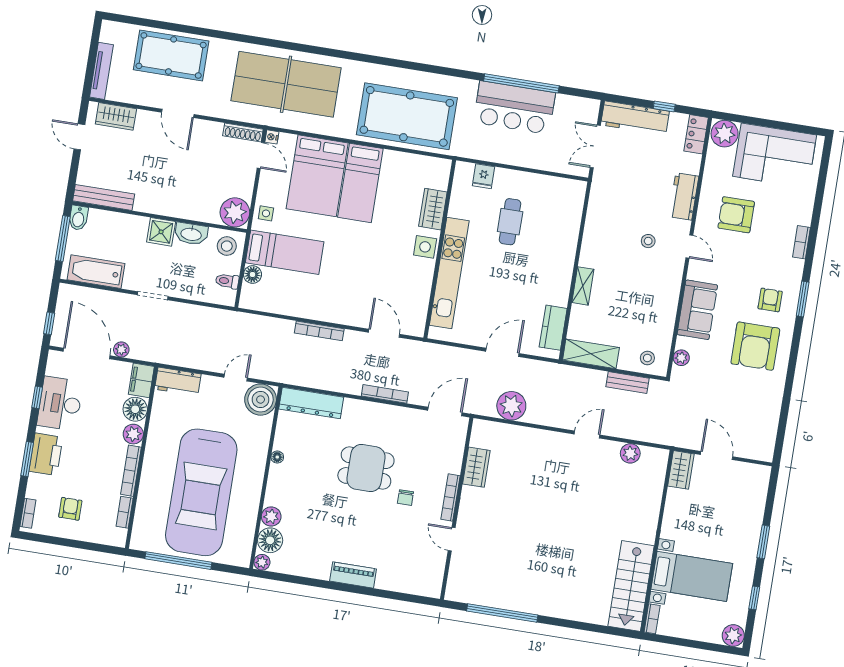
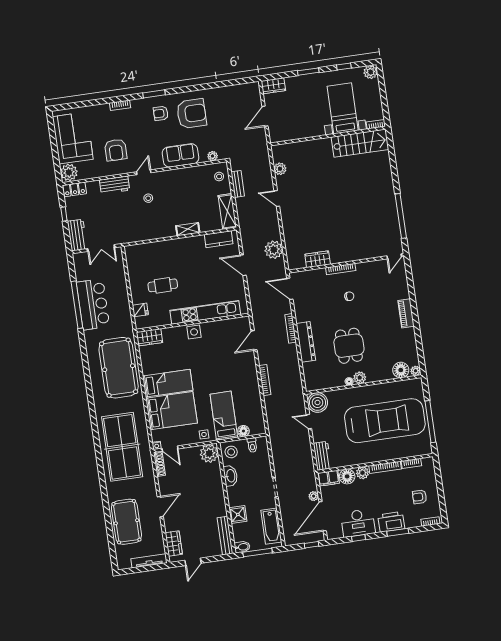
workbench: (635, 118) -> (77, 235), width x0.73
door: (261, 155) -> (170, 449), swing flipped
wardrobe: (433, 209) -> (149, 337), moved
shower: (161, 232) -> (238, 514), moved
dresser: (311, 403) -> (306, 342), moved
dining table: (366, 468) -> (349, 346), moved
wardrobe: (681, 470) -> (273, 86), moved, turned 180
plant: (271, 516) -> (360, 378), moved
door: (452, 539) -> (394, 256), moved

